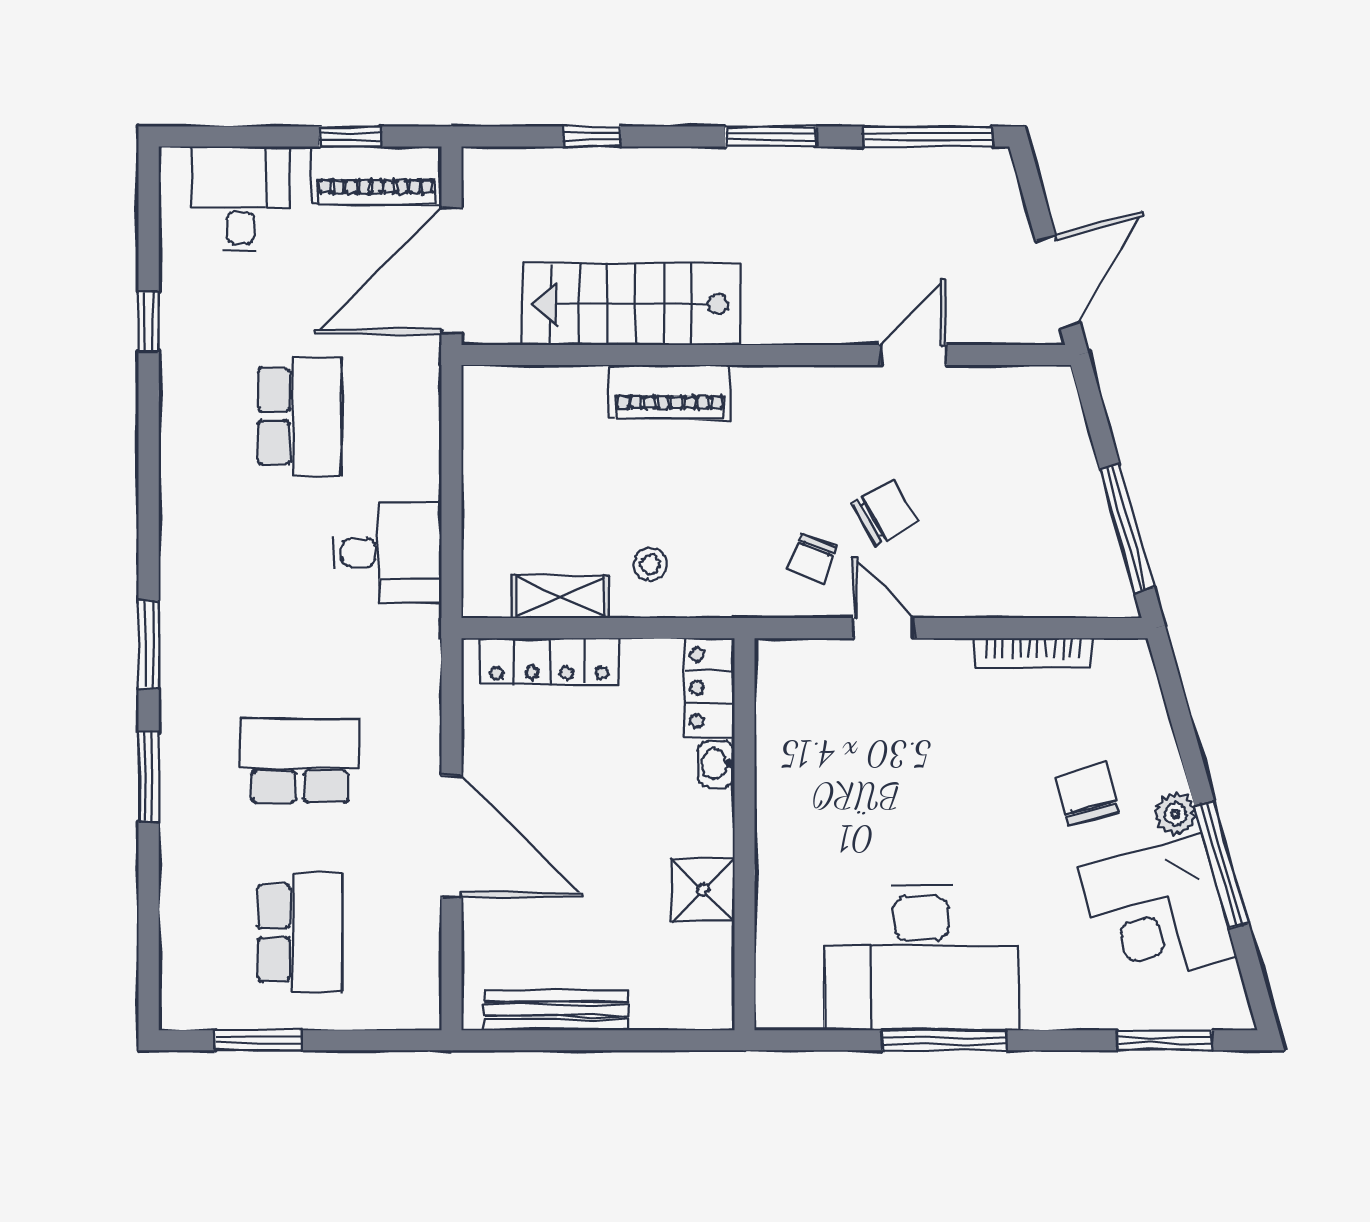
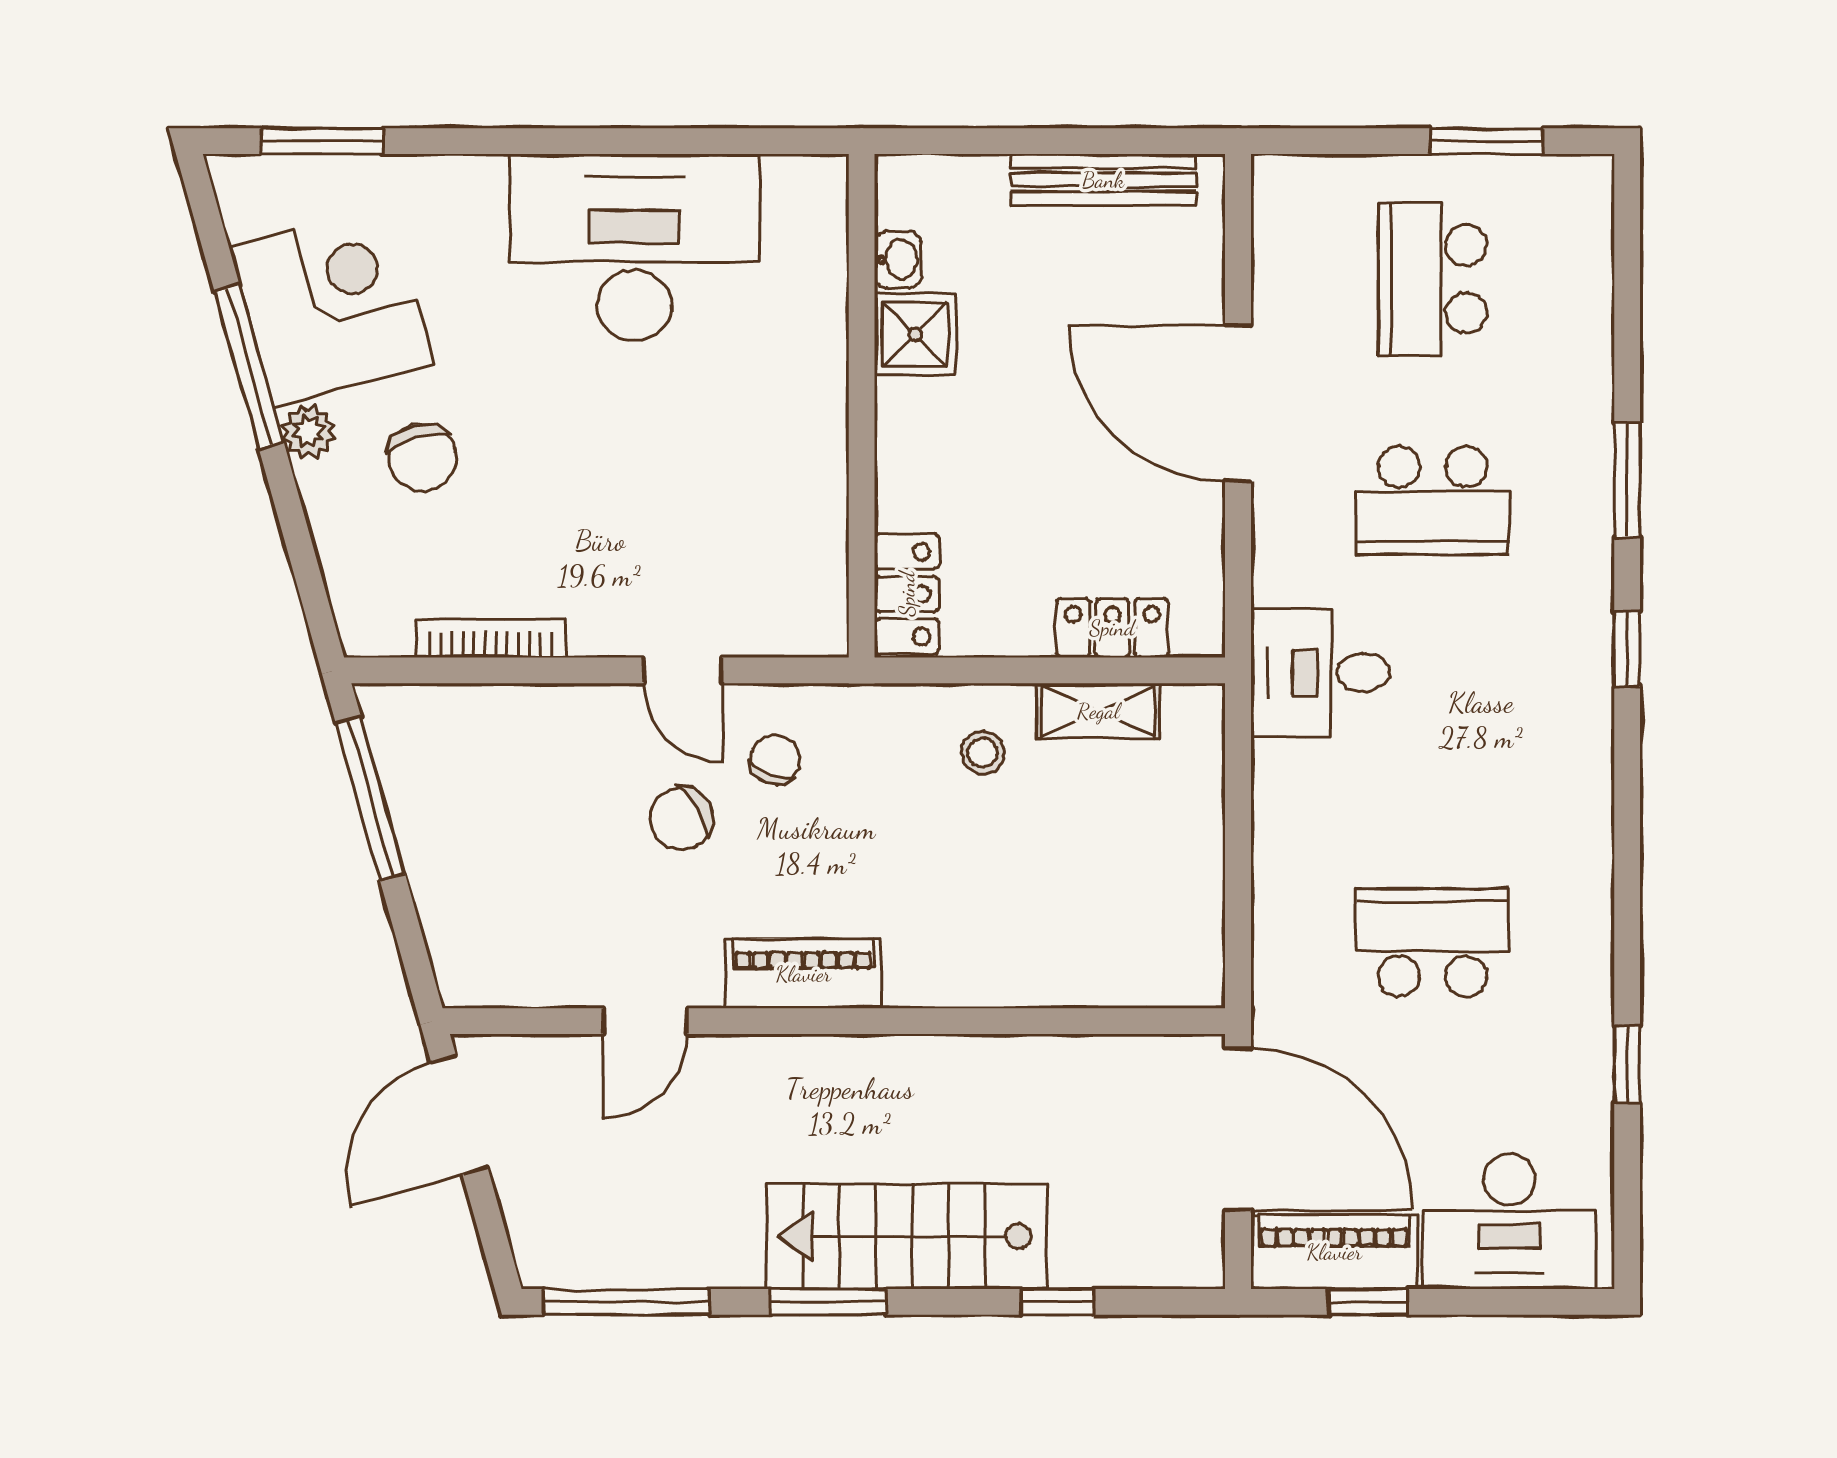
desk: (240, 199) -> (1509, 1221), width x1.37
door: (452, 271) -> (1238, 1129), hinge flipped
stairs: (631, 304) -> (907, 1236), moved, turned 180
piano: (670, 392) -> (803, 974), moved
school desk: (300, 416) -> (1433, 943), turned 90
desk: (388, 553) -> (1320, 673), moved
window: (149, 645) -> (1627, 649), width x0.67
locker: (549, 661) -> (1112, 628), width x0.66
washbasin: (716, 764) -> (898, 260), moved
window: (944, 1040) -> (605, 141), removed

